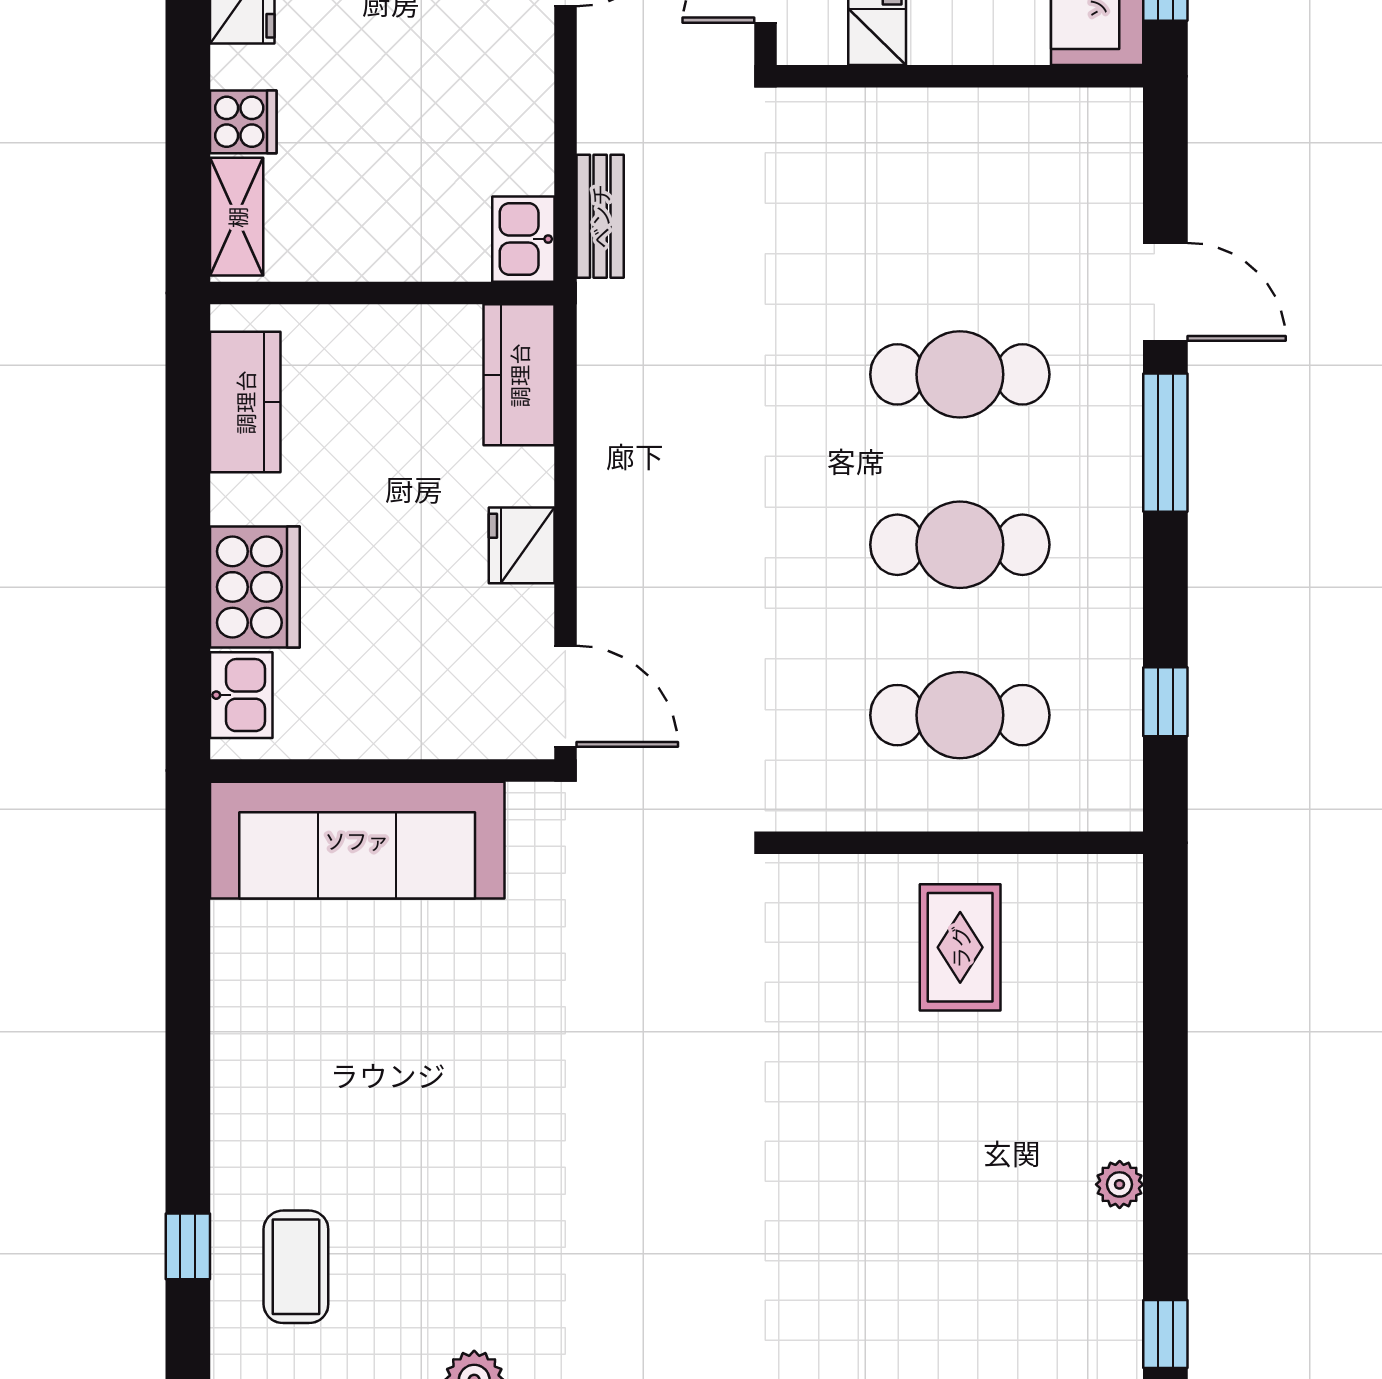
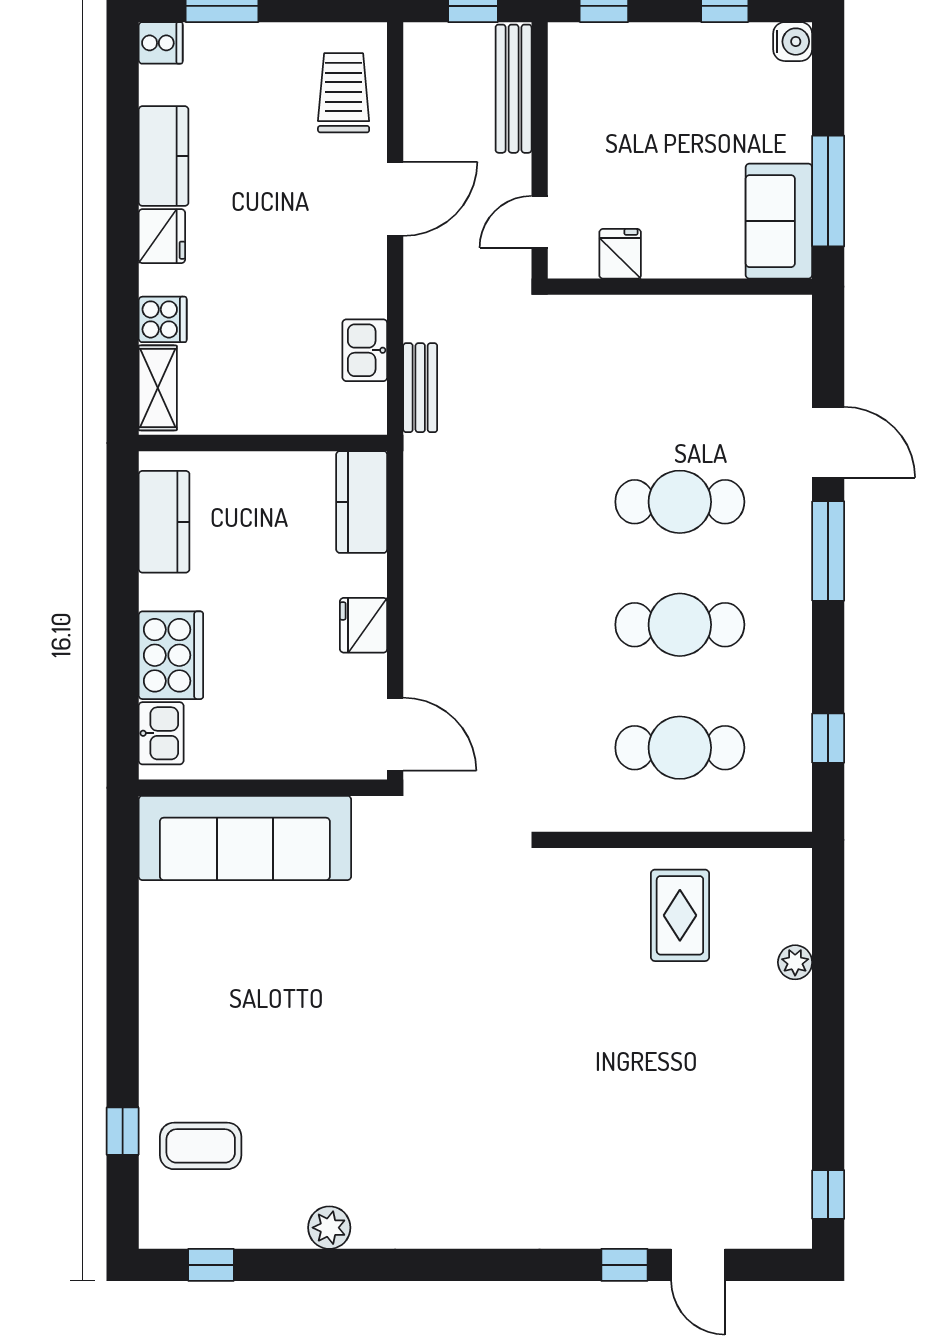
kitchen sink: (523, 239) -> (365, 350), moved
plant: (1120, 1184) -> (795, 962), moved
coffee table: (296, 1267) -> (201, 1146), turned 90

